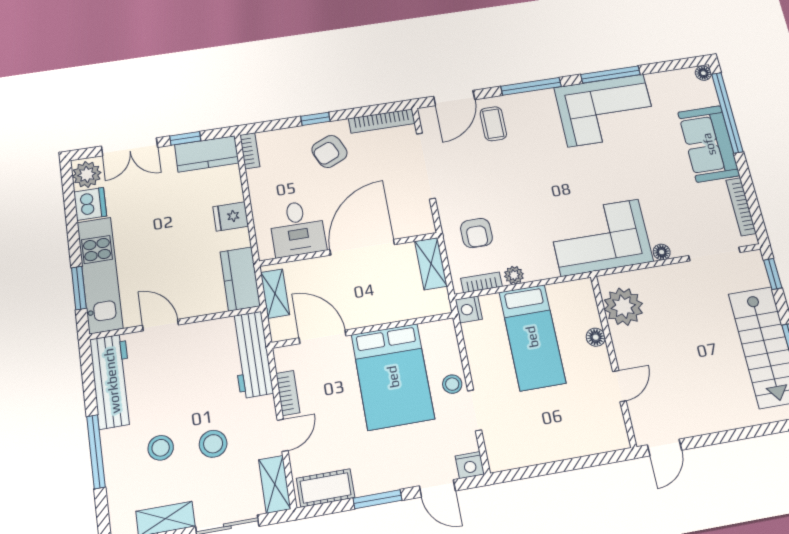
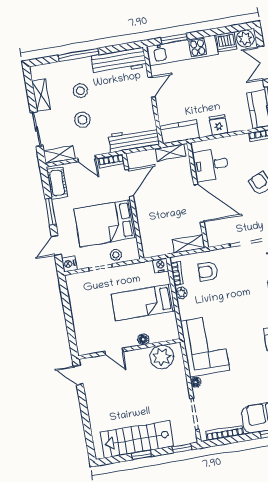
wall: (363, 330) -> (133, 206), moved
door: (323, 337) -> (129, 183), moved
bed: (393, 377) -> (105, 223), moved

